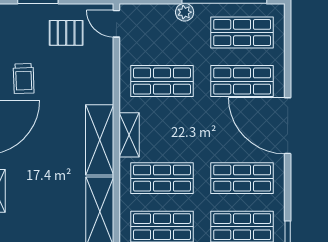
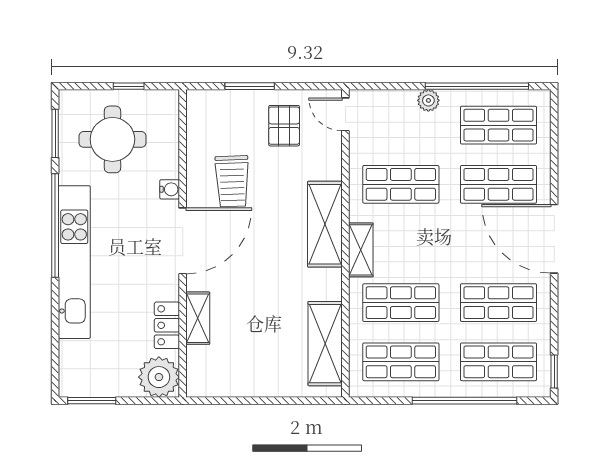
pallet: (66, 33) -> (284, 126), turned 90
trolley: (24, 79) -> (232, 181), width x1.36, depth x1.39
shelving: (100, 140) -> (325, 224), moved

